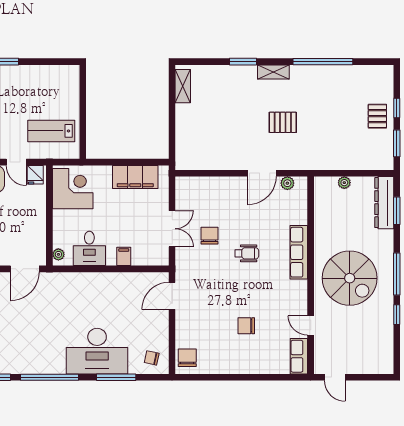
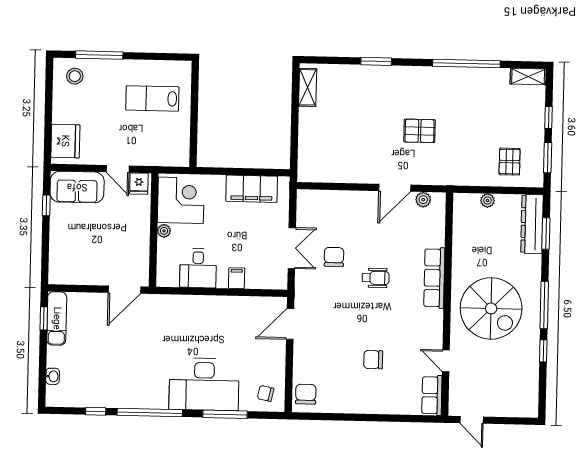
shelving: (273, 72) -> (528, 76), moved
pallet: (377, 116) -> (510, 162), moved
lab bench: (51, 131) -> (152, 98), moved
plant: (58, 254) -> (164, 231), moved

